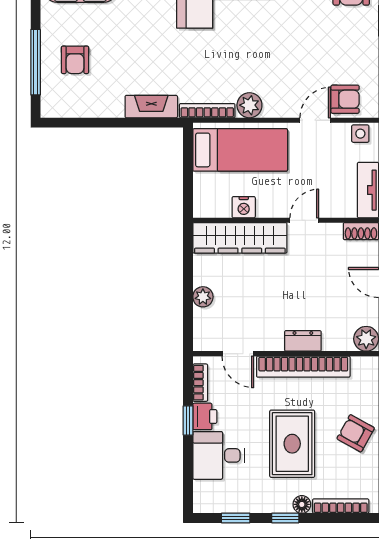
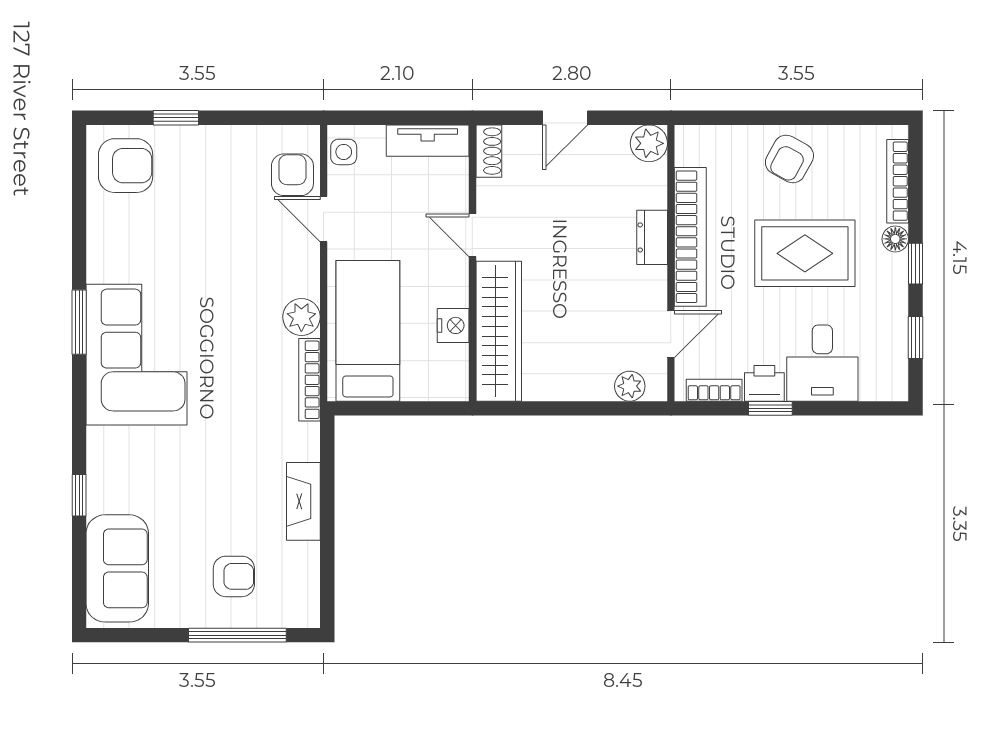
fireplace: (151, 107) -> (303, 501), moved
plant: (203, 297) -> (630, 386), moved

